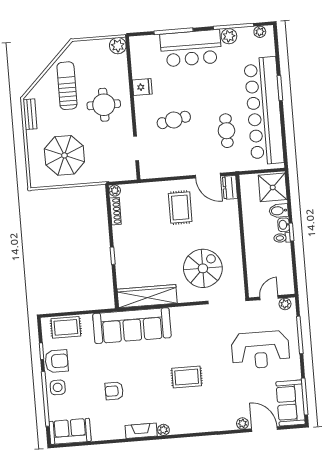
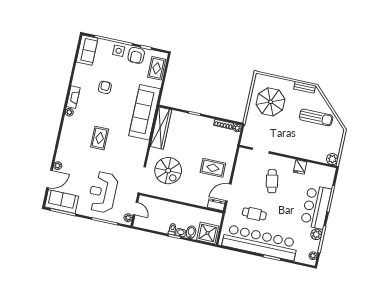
round table: (104, 105) -> (296, 138), removed

